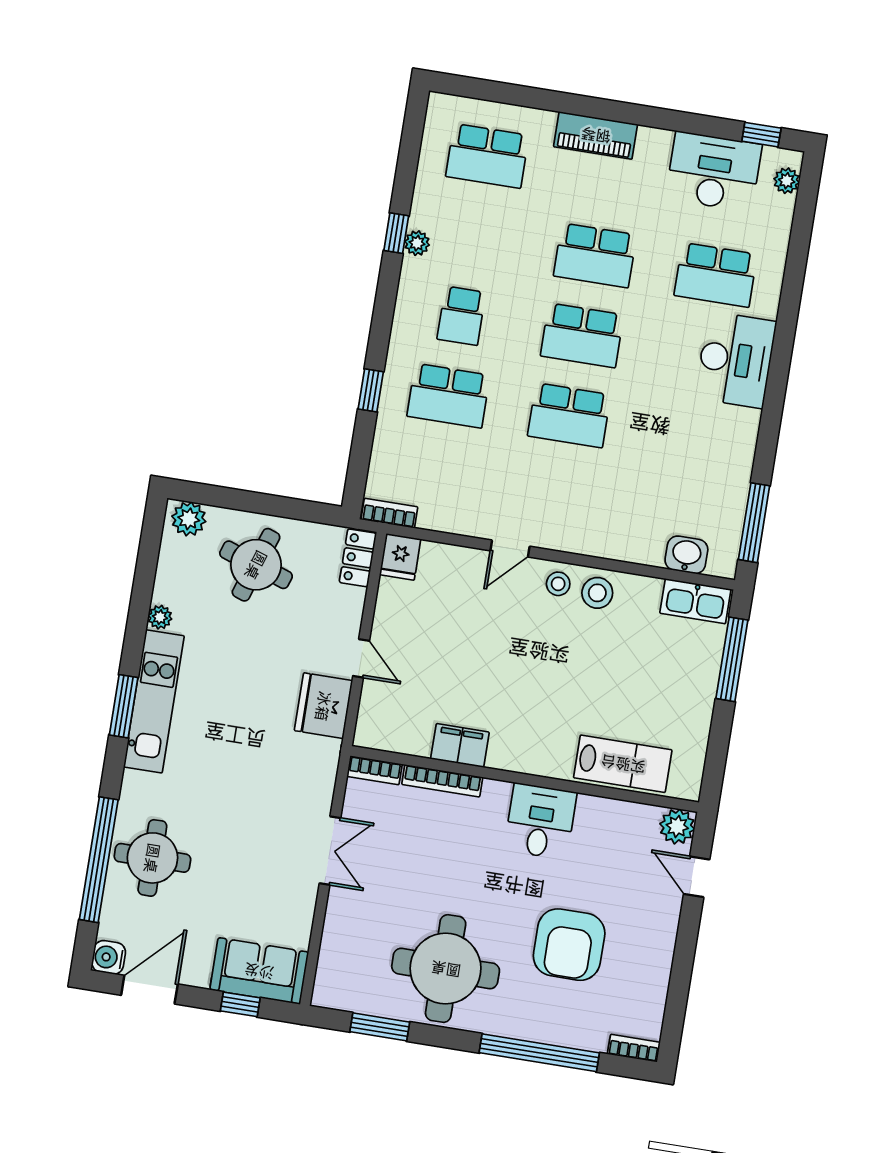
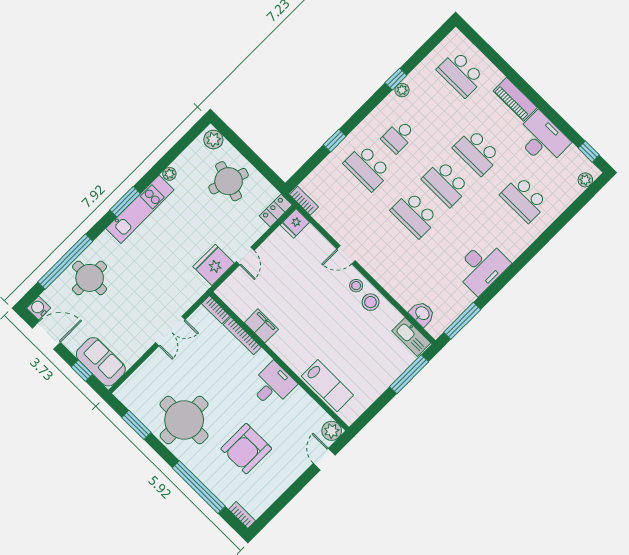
desk: (714, 172) -> (542, 139), moved
desk: (736, 360) -> (482, 267), moved

